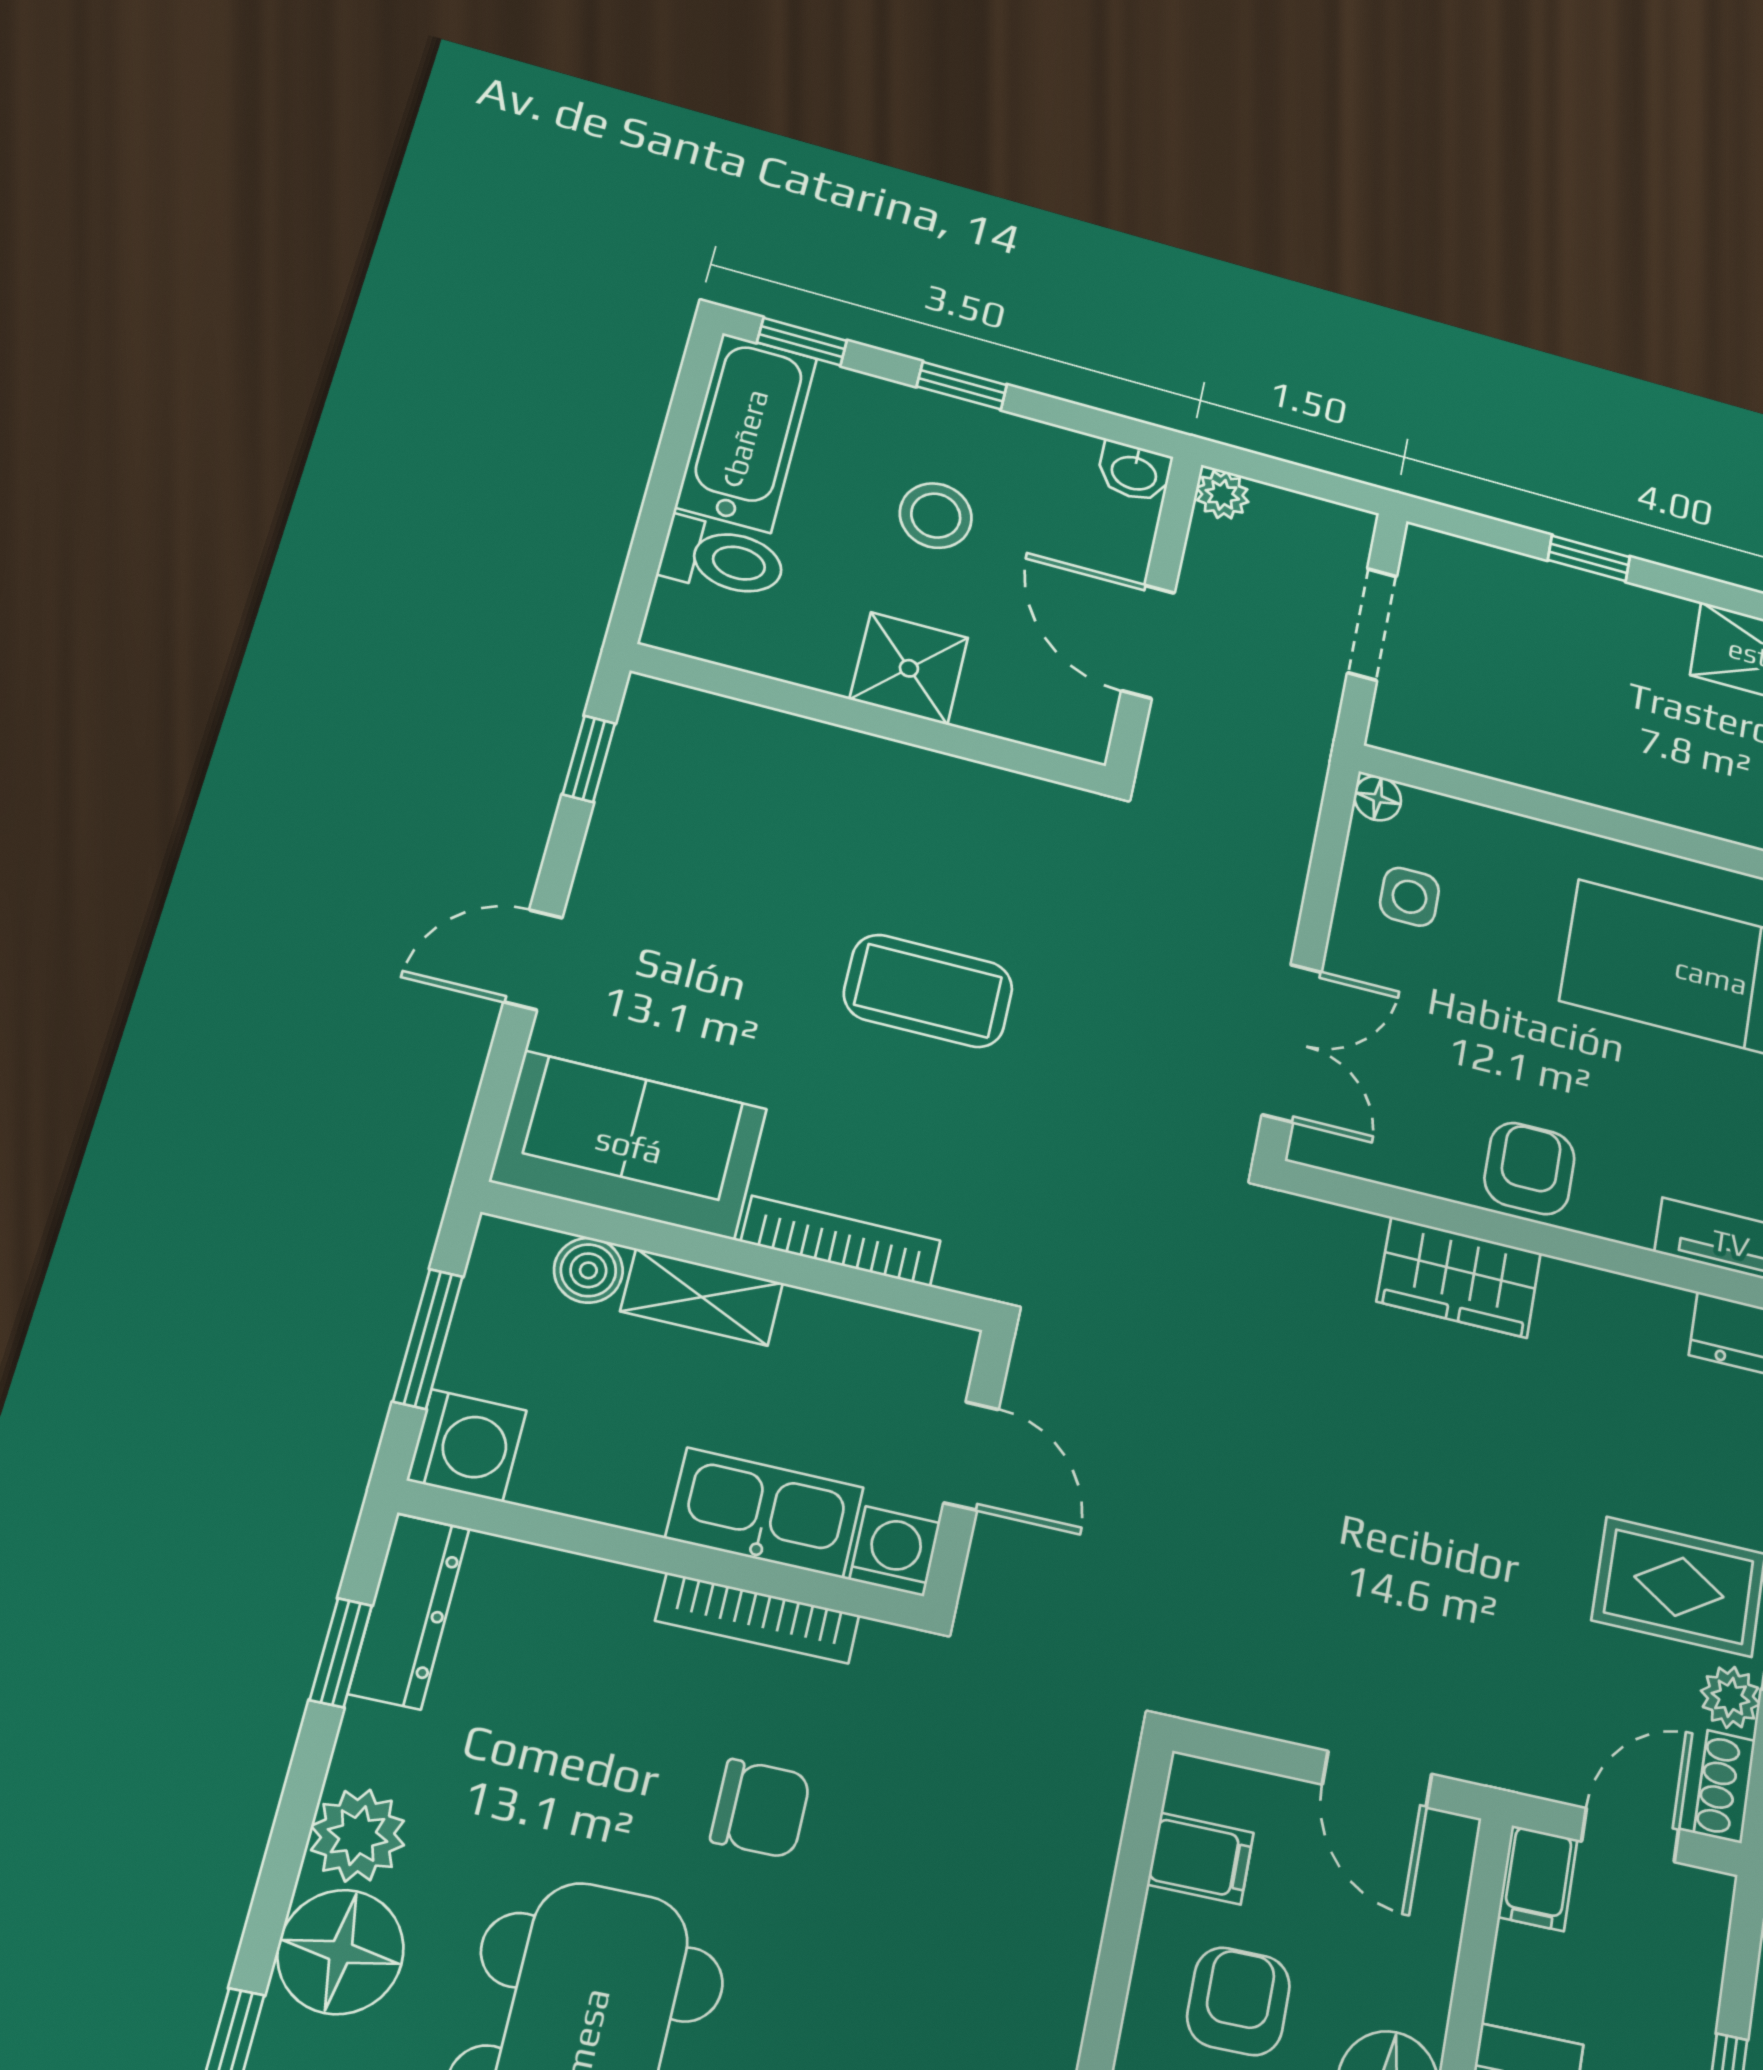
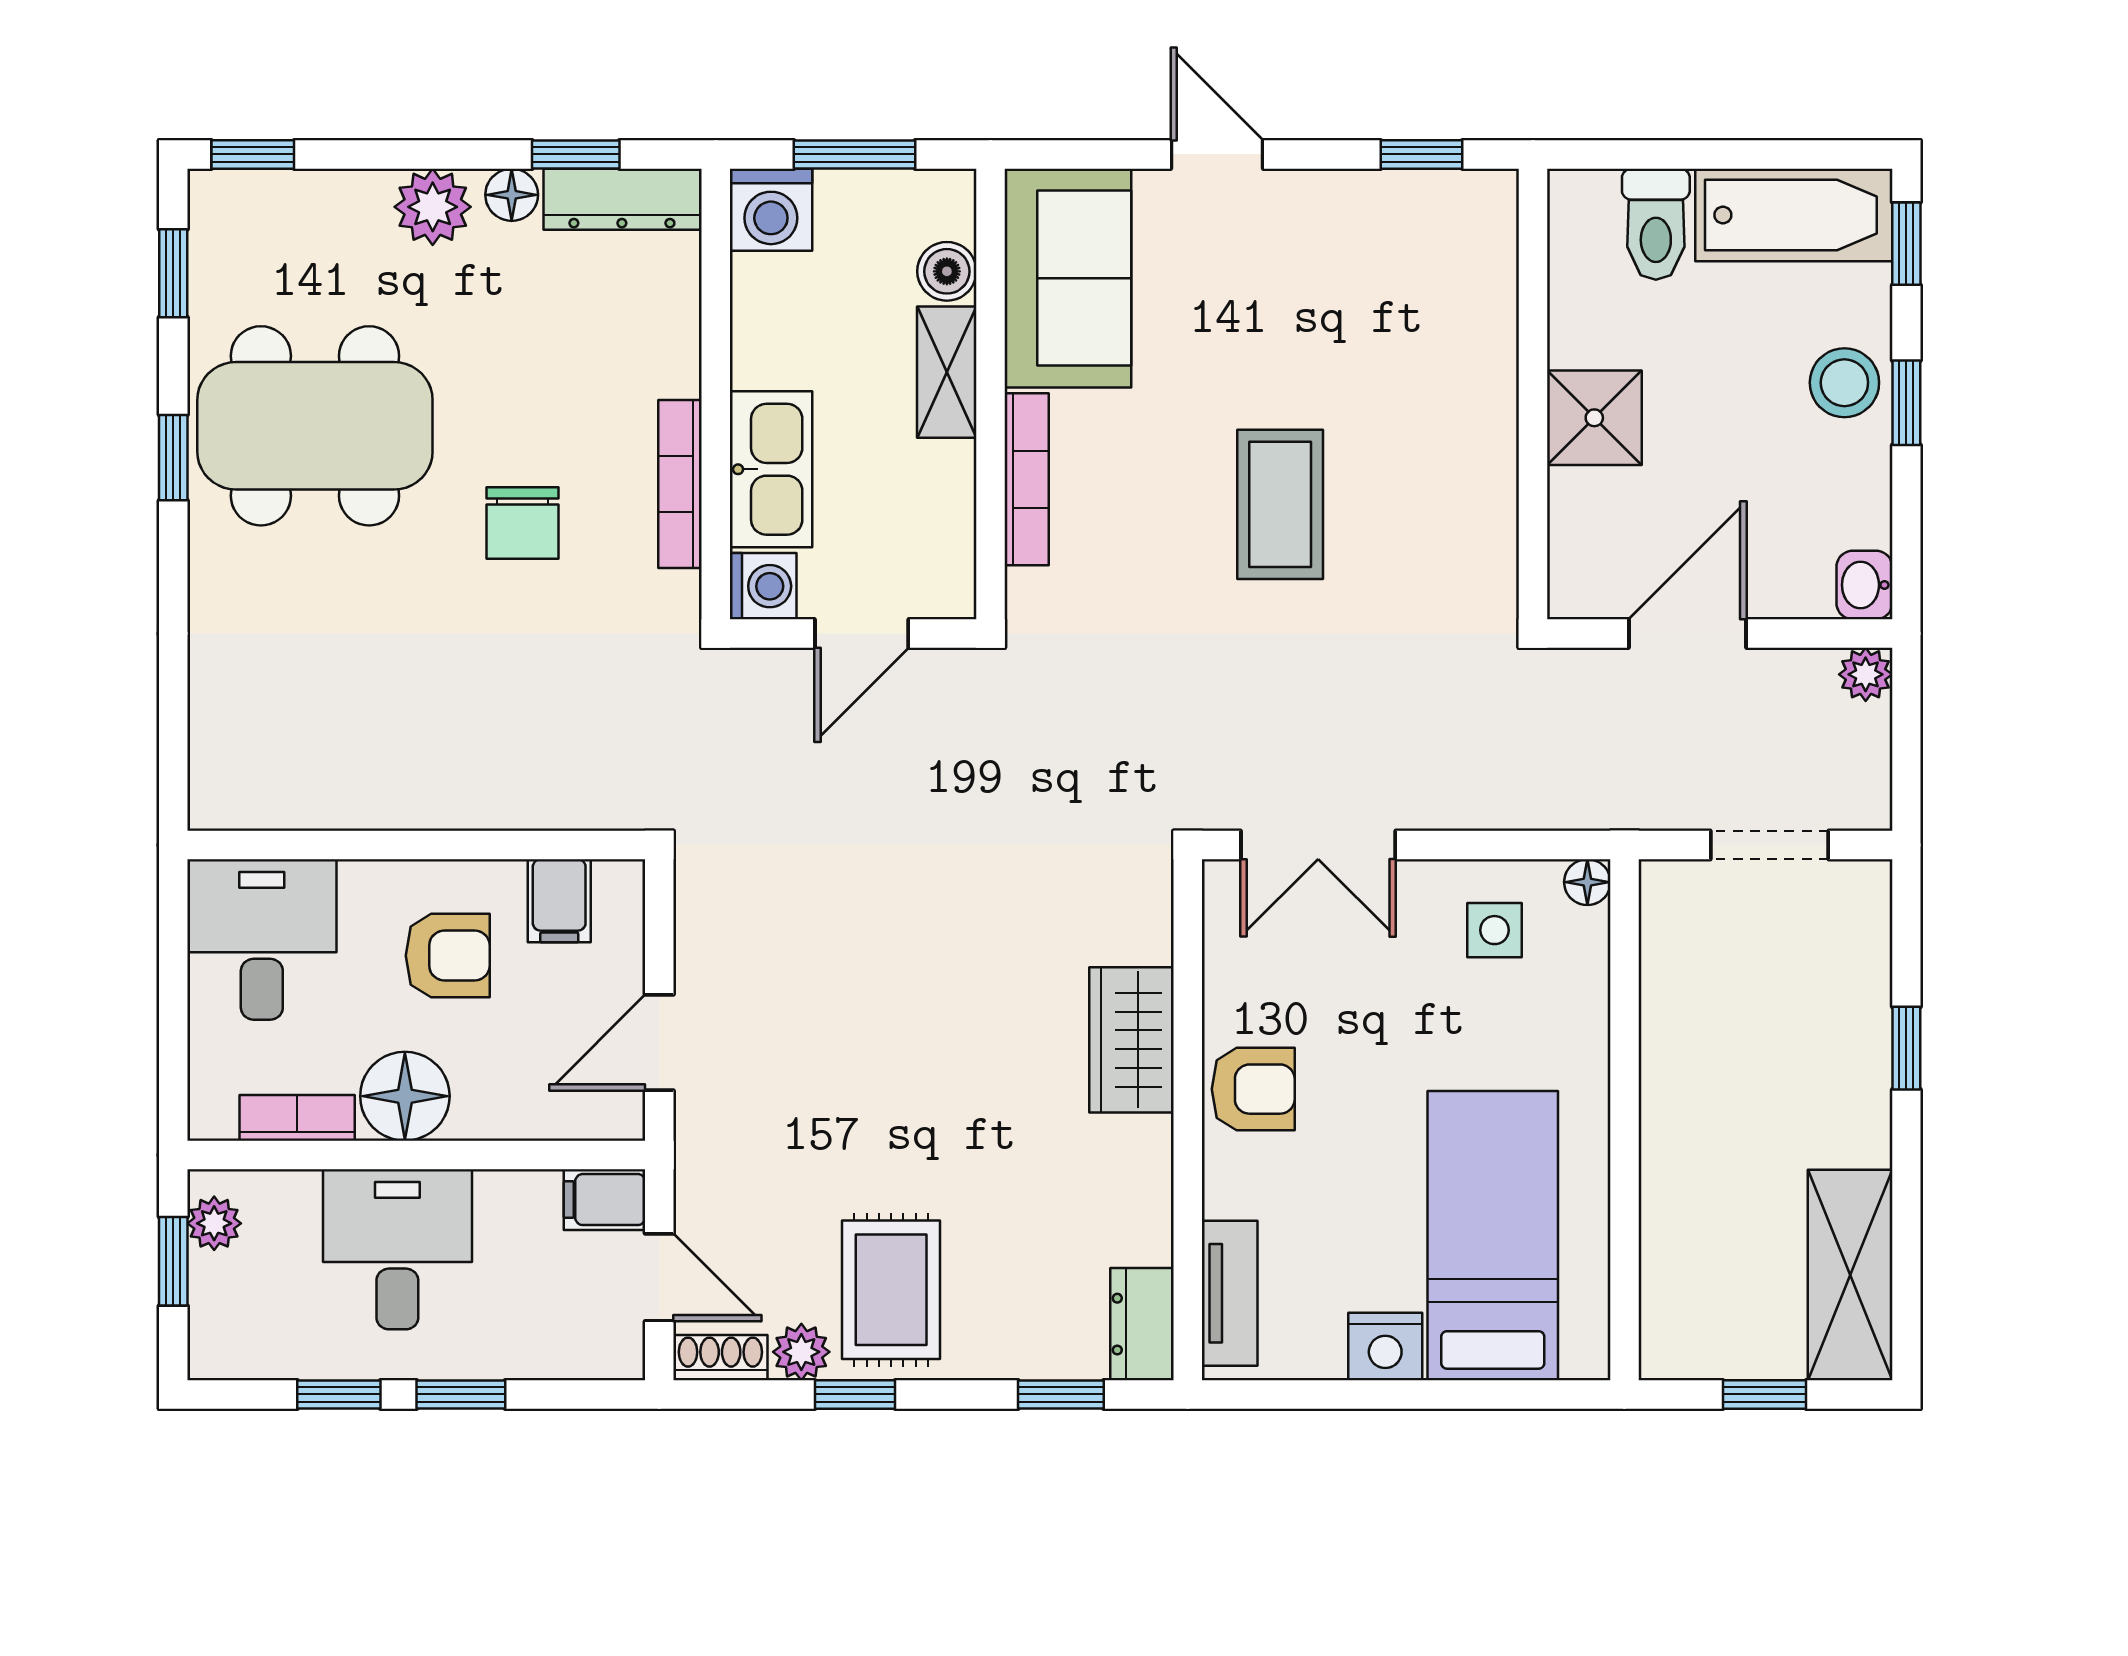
stool: (936, 516) -> (1844, 383), moved
floor lamp: (341, 1952) -> (512, 195), moved, width x0.53, depth x0.53

